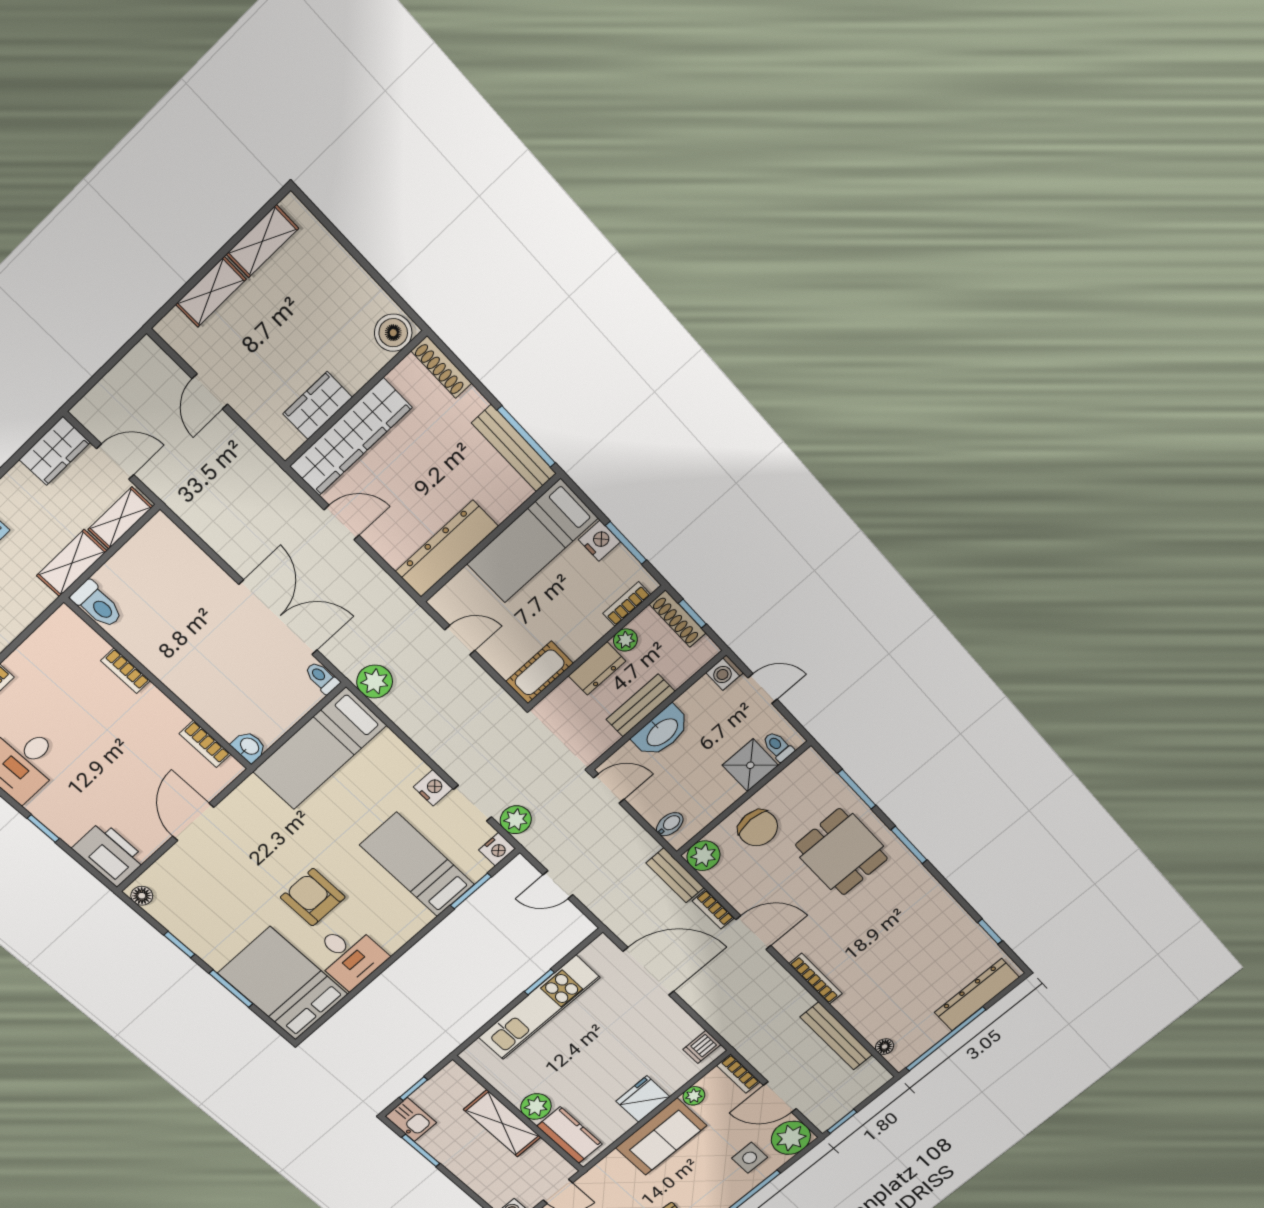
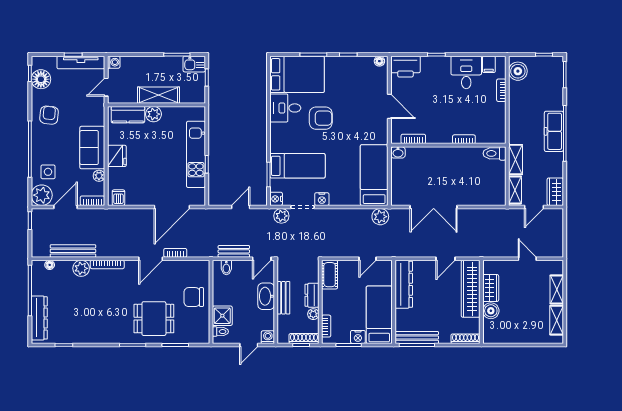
boiler: (393, 333) -> (491, 311), moved
toilet: (322, 678) -> (399, 201), removed
plant: (703, 856) -> (81, 268), moved
bench: (675, 875) -> (234, 251), moved

